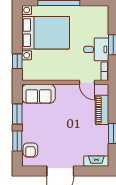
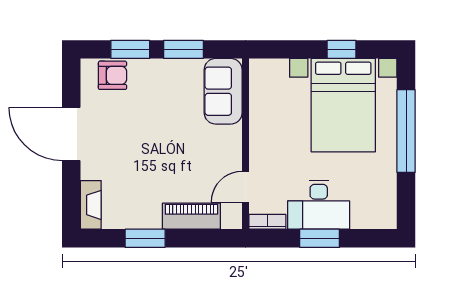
desk: (96, 49) -> (319, 205), width x1.37
window: (17, 61) -> (342, 49), moved
armchair: (30, 150) -> (113, 75), turned 180

